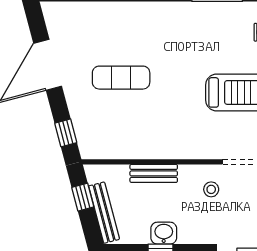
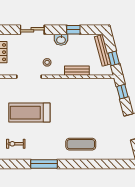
exercise mat: (121, 78) -> (81, 144), moved
washbasin: (164, 233) -> (61, 40), moved

